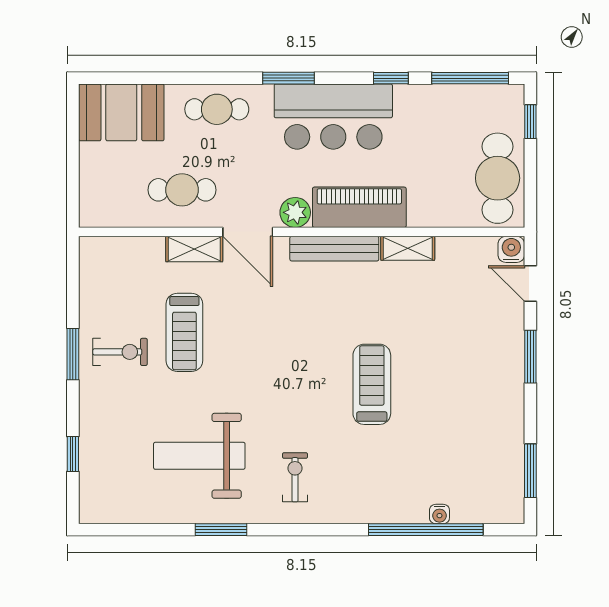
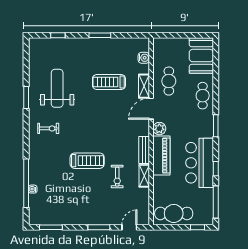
bar counter: (333, 117) -> (200, 163), moved
bench: (334, 249) -> (144, 150), width x0.73
water cooler: (511, 249) -> (144, 58), moved
exercise bike: (120, 352) -> (117, 177), moved

